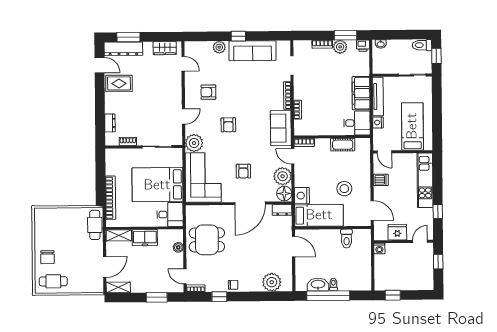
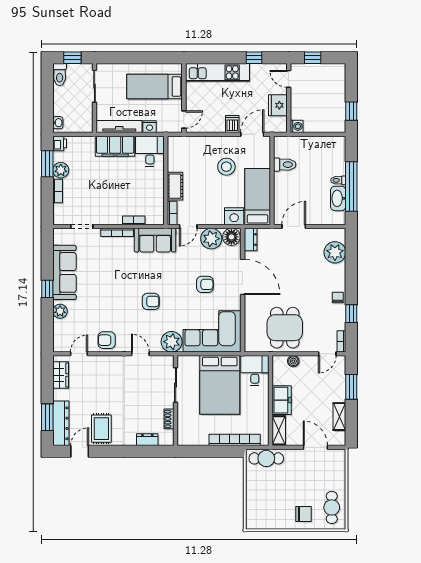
armchair: (208, 92) -> (107, 340), moved, turned 90
cot: (343, 145) -> (175, 186), moved
dishwasher: (381, 180) -> (232, 124), moved
shelving: (118, 287) -> (339, 417), moved

